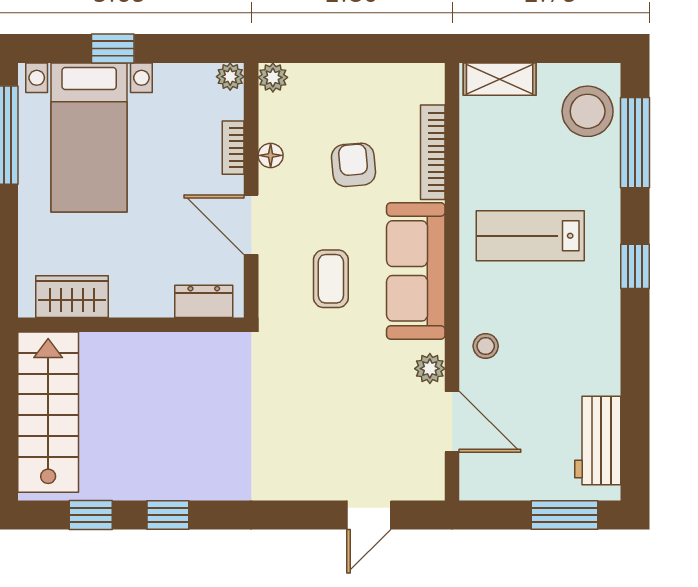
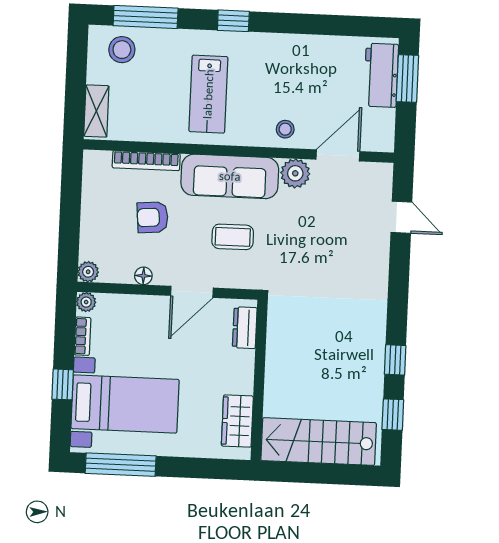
stool: (588, 111) -> (122, 50), width x0.73, depth x0.73
bookcase: (233, 148) -> (83, 336), moved, turned -90
plant: (430, 369) -> (295, 173), width x1.38, depth x1.38
workbench: (598, 441) -> (381, 75), moved, turned 90

